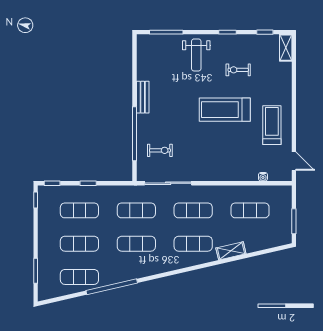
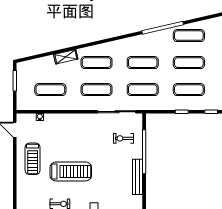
bench: (143, 97) -> (138, 177), width x1.36

